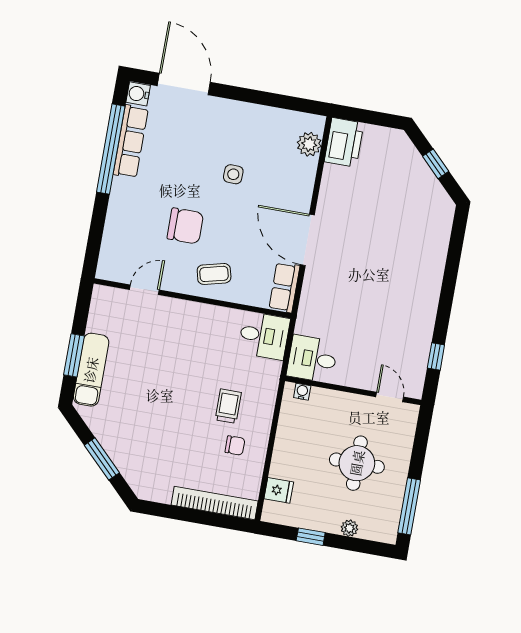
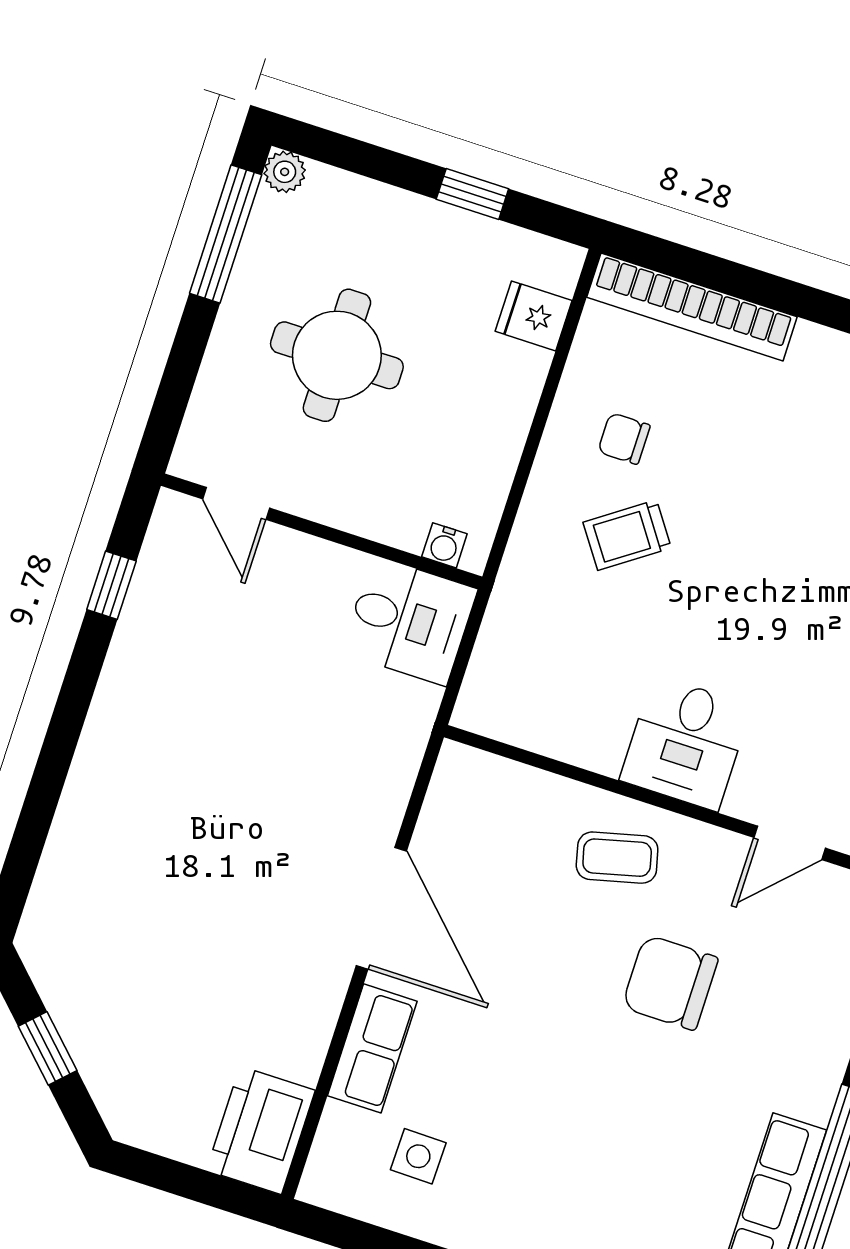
plant: (309, 144) -> (345, 1138), removed
side table: (233, 174) -> (418, 1156), moved
row of seats: (284, 287) -> (372, 1048), moved
desk: (264, 336) -> (686, 743), moved, turned -90
trolley: (228, 406) -> (627, 535), turned 55
plant: (349, 528) -> (285, 172), moved

